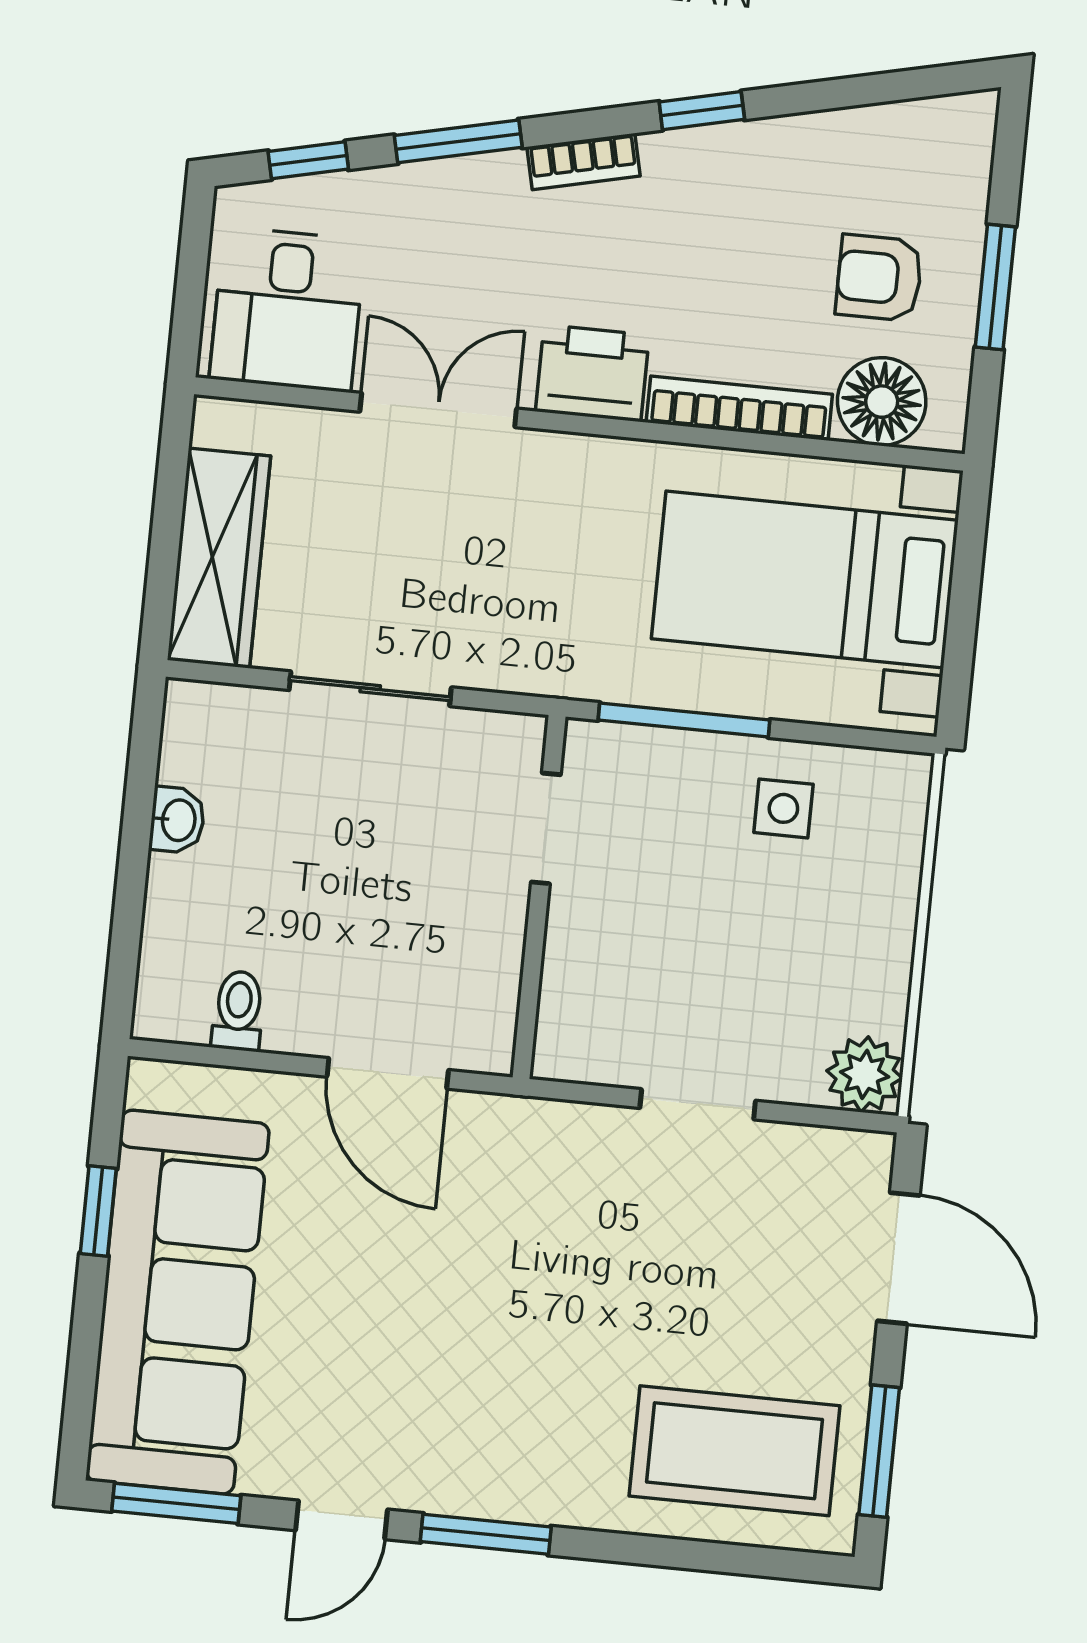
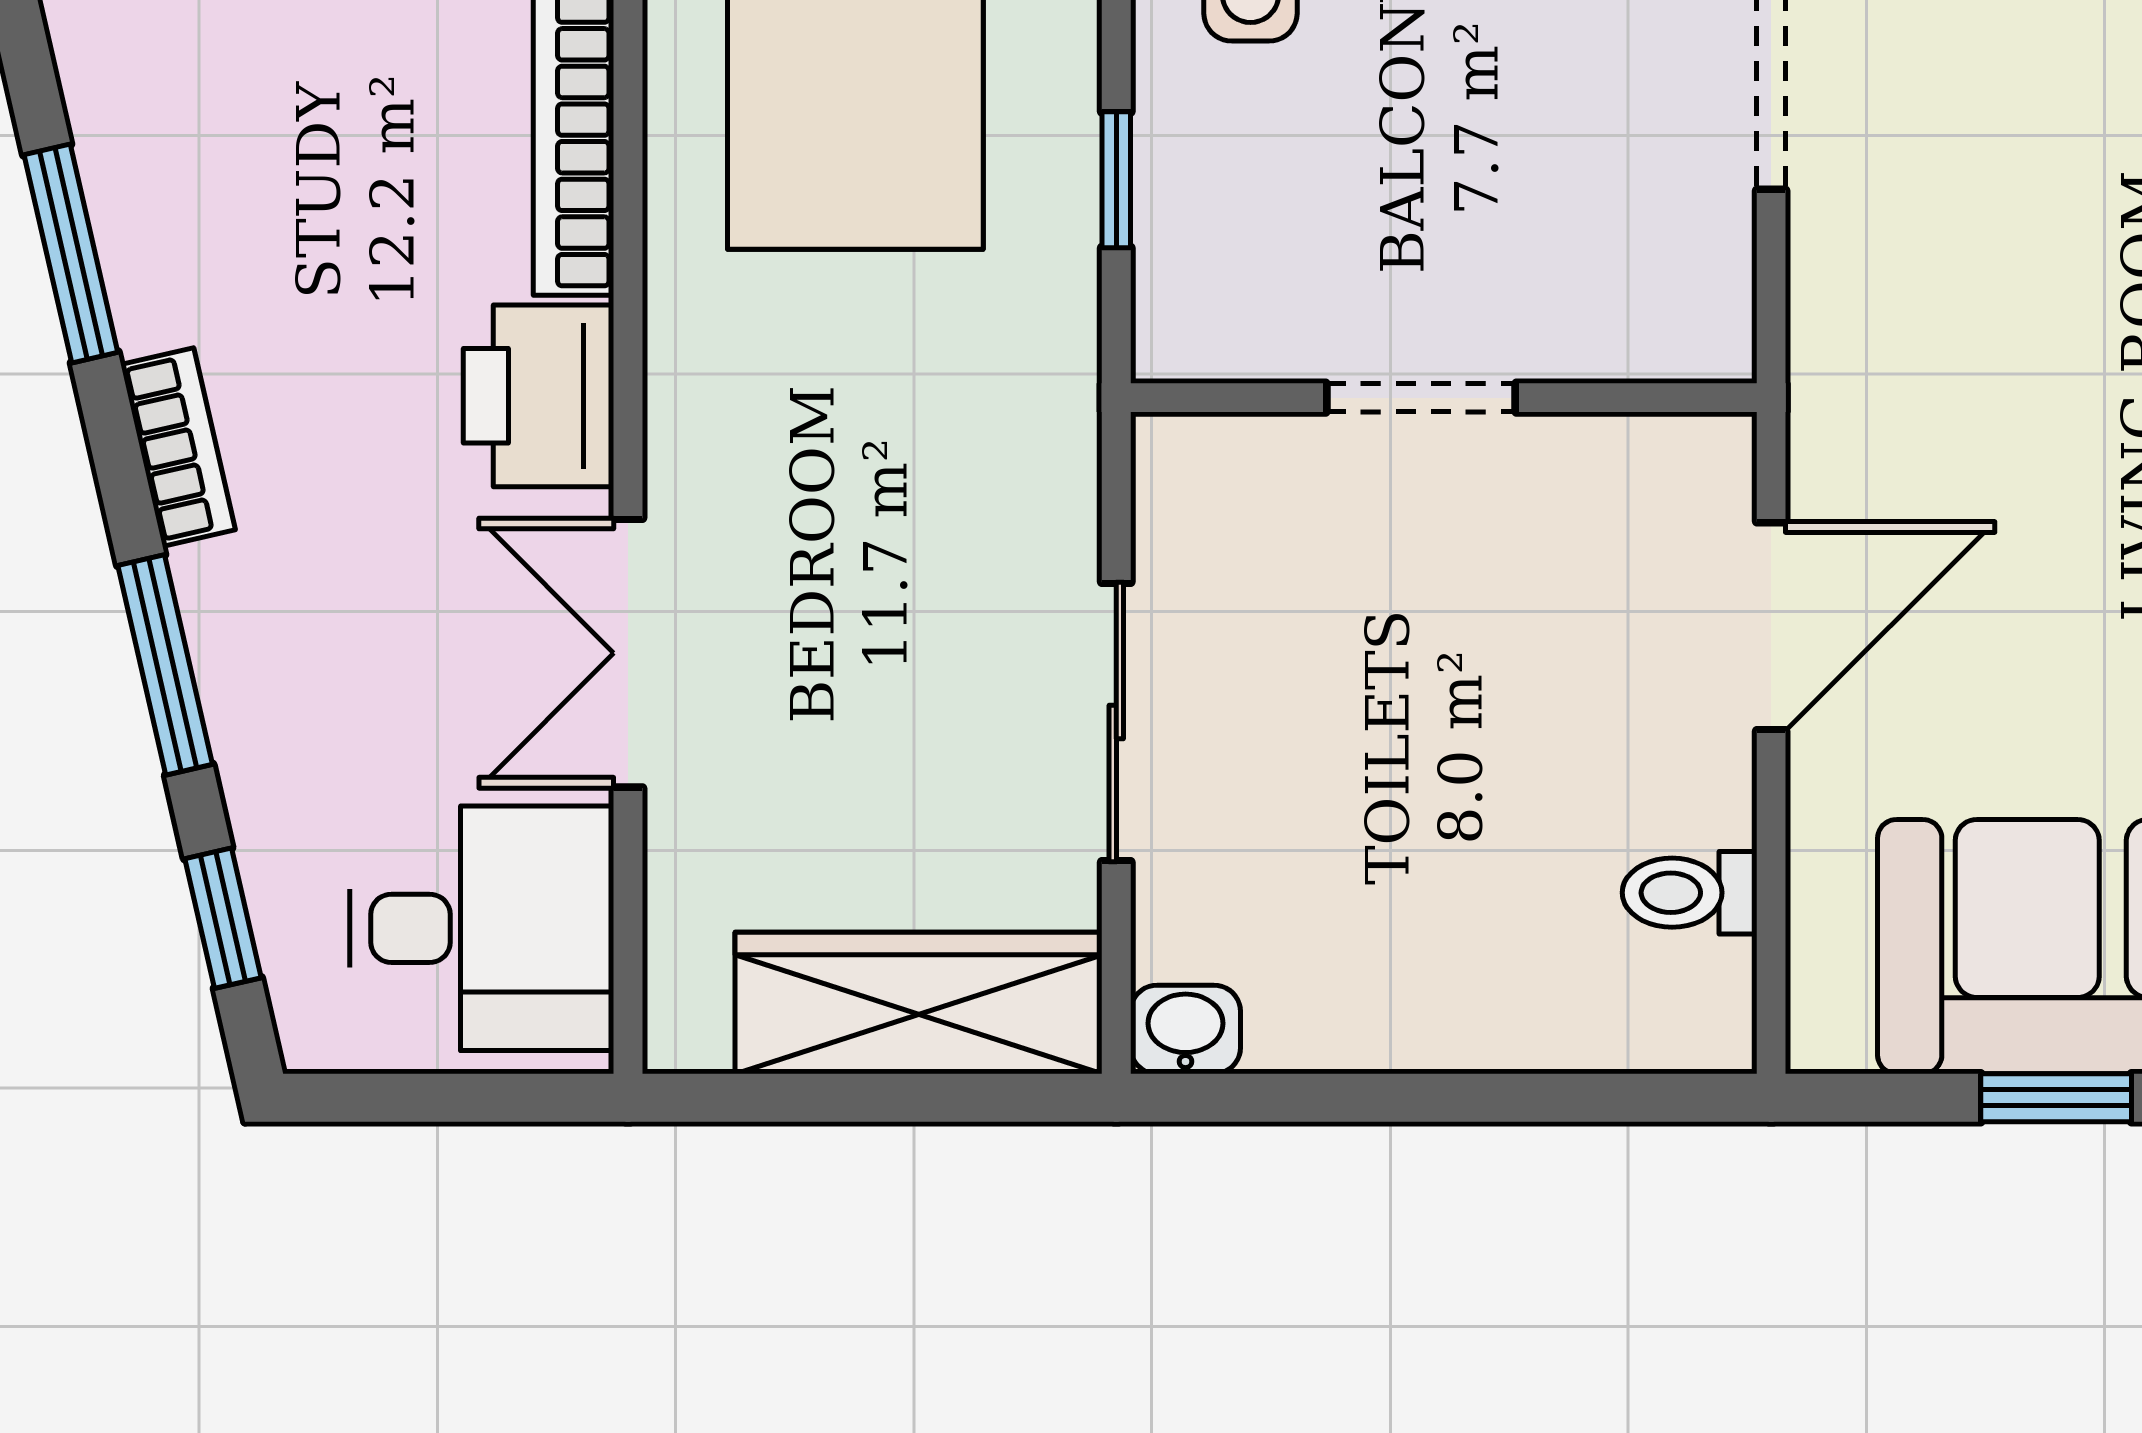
window: (702, 111) -> (71, 253), width x1.50
window: (684, 720) -> (1116, 180), width x0.46
washbasin: (177, 820) -> (1186, 1030), moved
doorway: (546, 828) -> (1421, 398), moved

